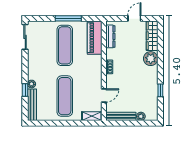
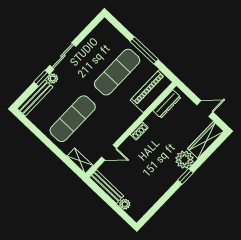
sliding door: (25, 37) -> (63, 56), moved
window: (160, 90) -> (185, 176), moved

